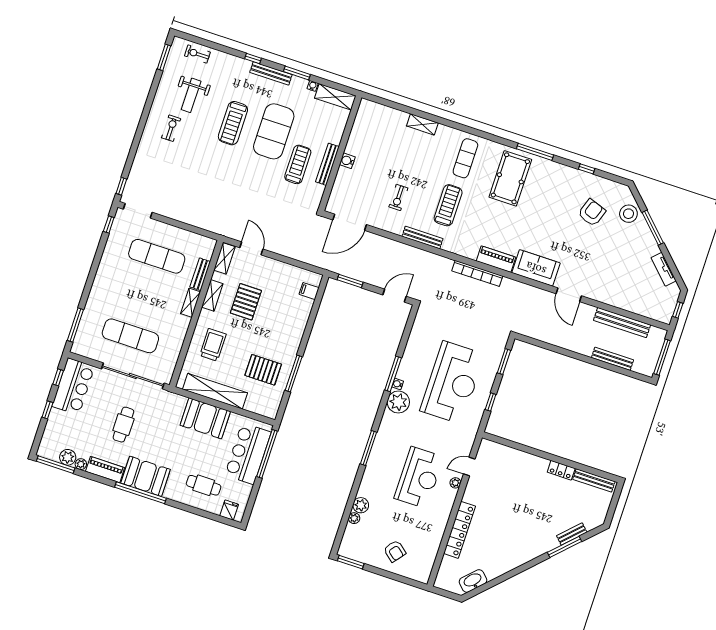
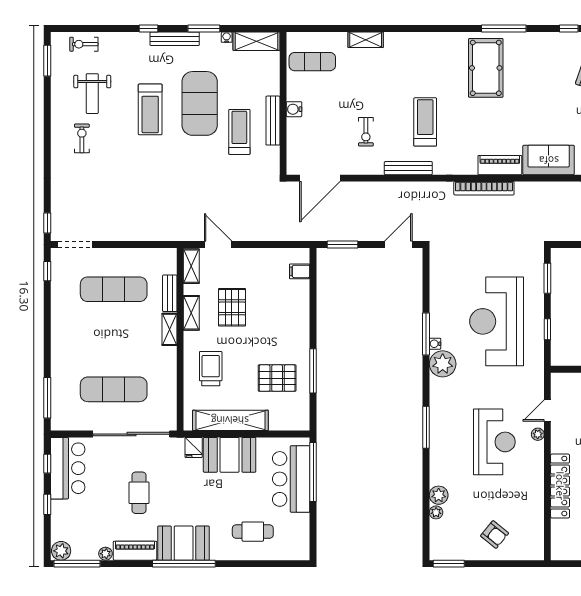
exercise mat: (465, 158) -> (312, 62), moved, turned 90
reception desk: (452, 382) -> (497, 321), turned 180
plant: (68, 457) -> (61, 551), moved
fridge: (229, 510) -> (194, 447), moved, turned 180

